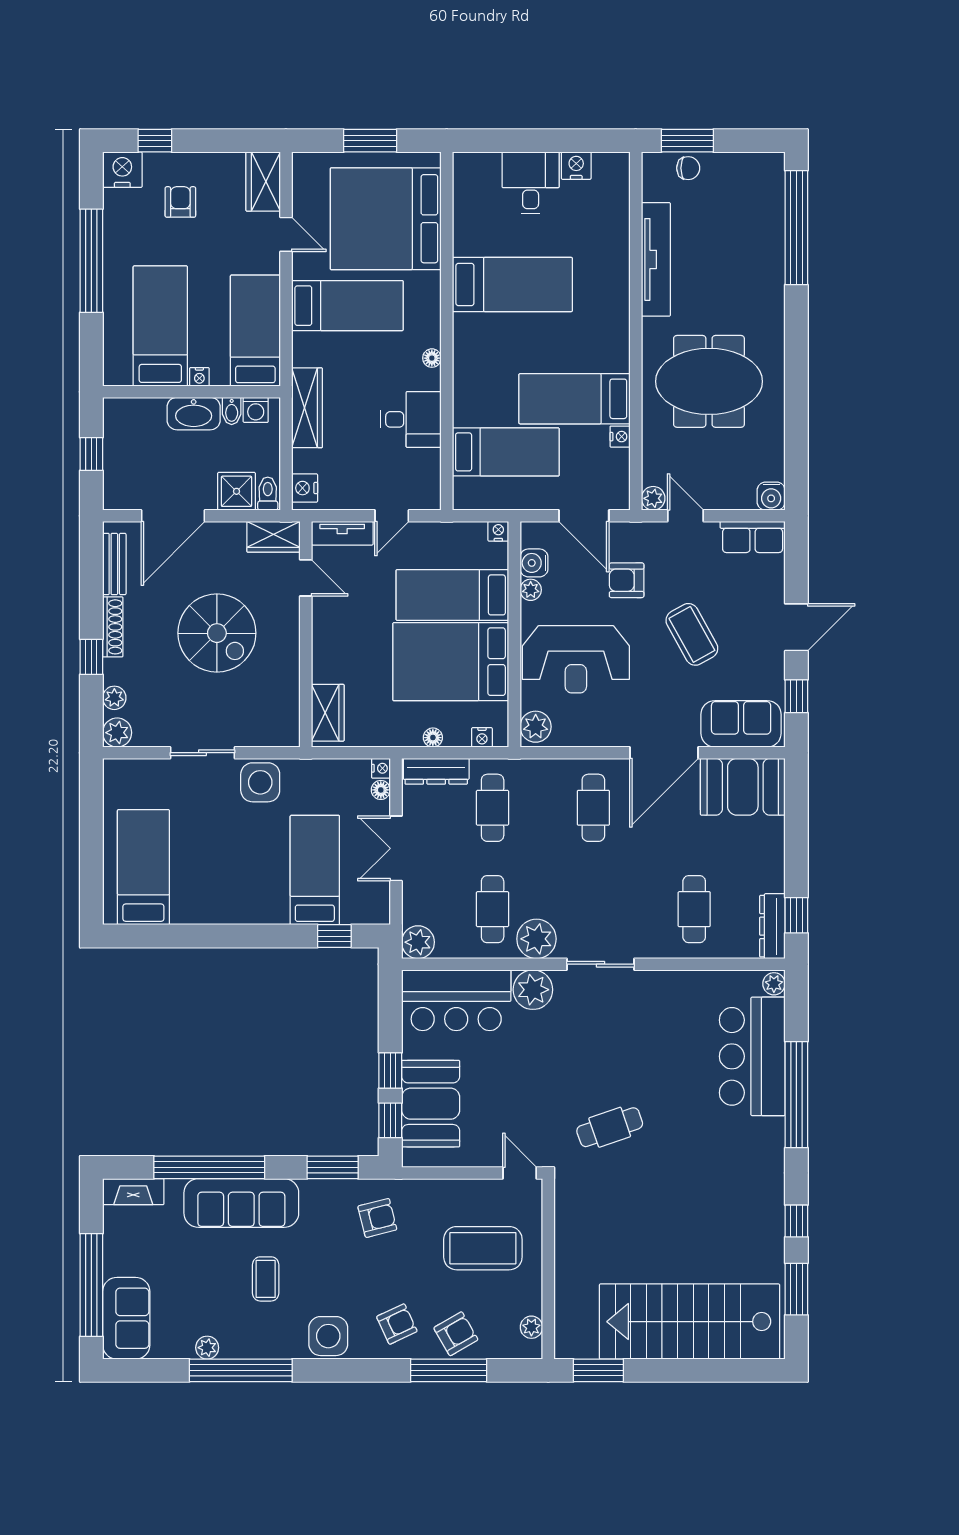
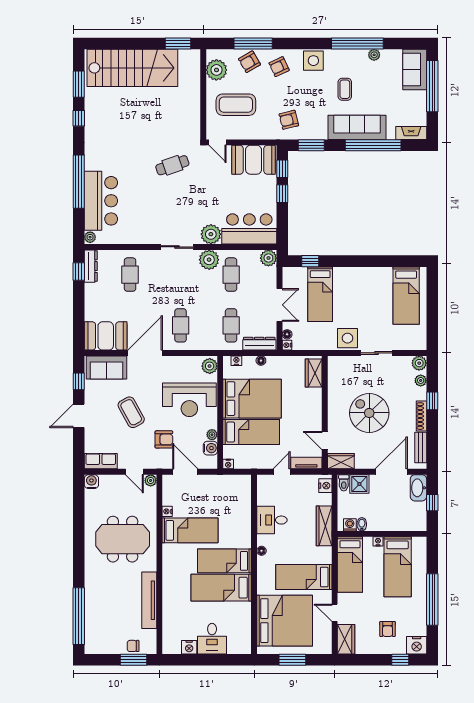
washbasin: (194, 414) -> (418, 488), moved, turned -90
bed: (506, 452) -> (224, 561), moved
reception desk: (576, 659) -> (189, 400), turned 180
booth: (431, 1104) -> (254, 160), moved, turned 90
plant: (531, 1327) -> (216, 70), width x1.87, depth x1.87

